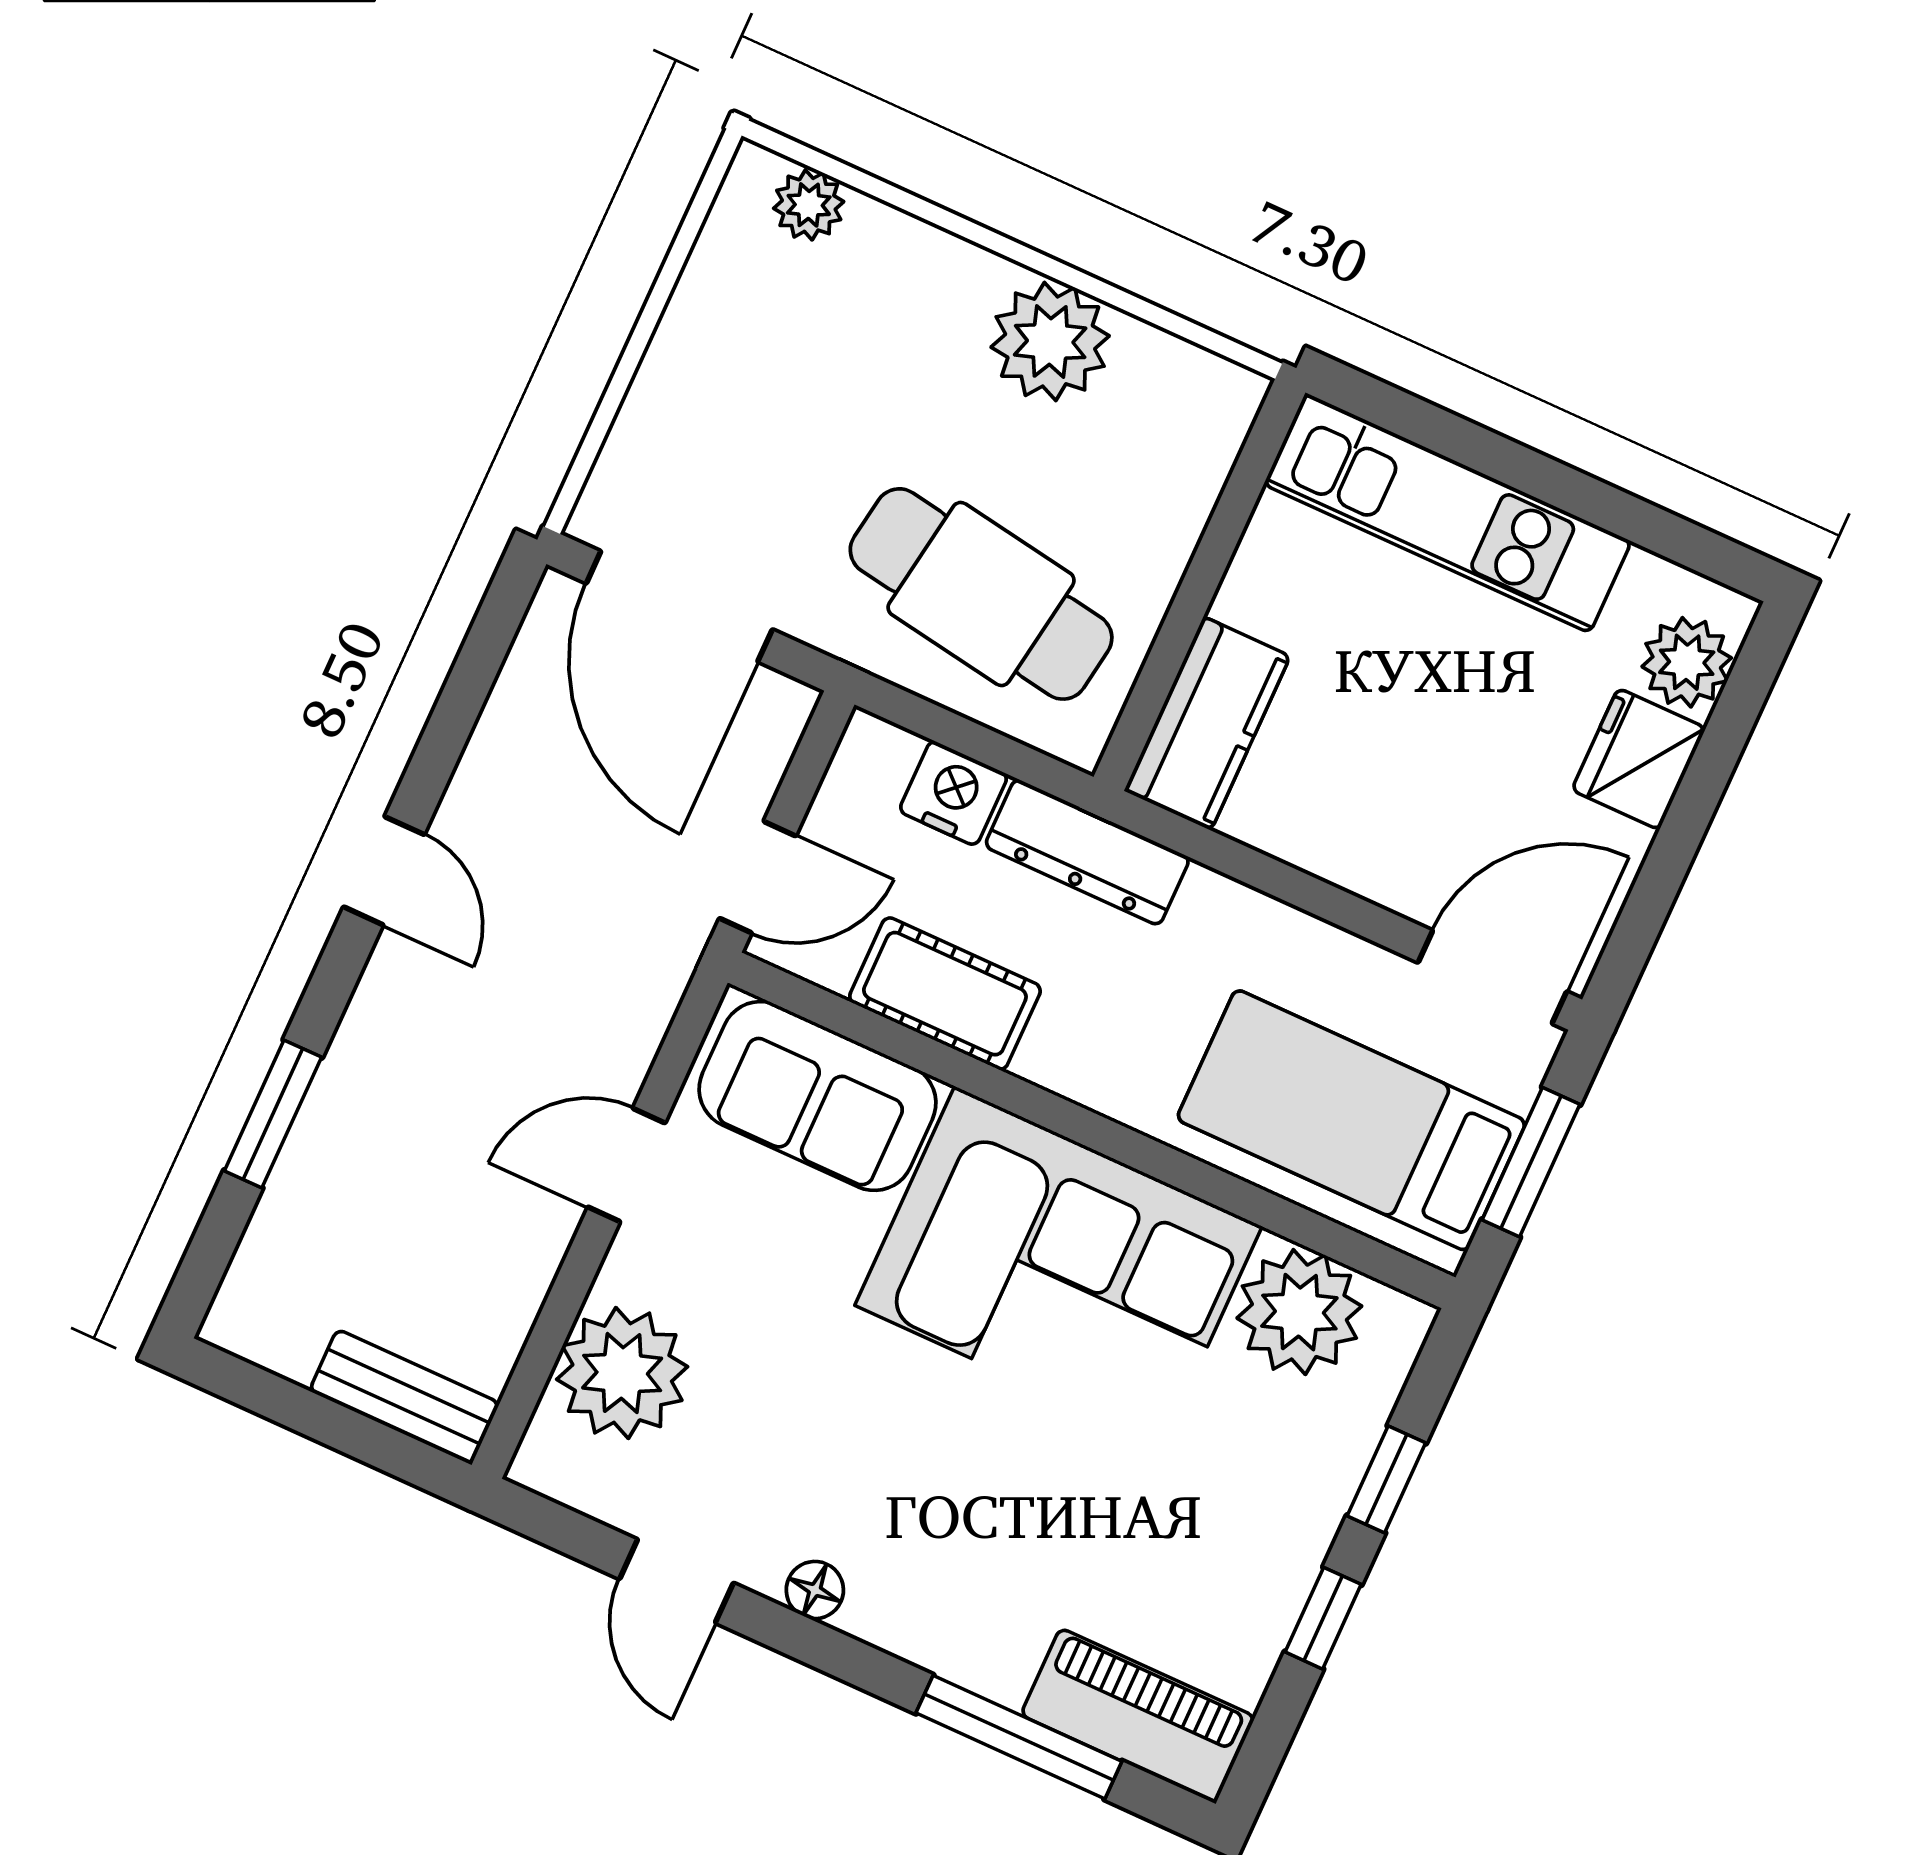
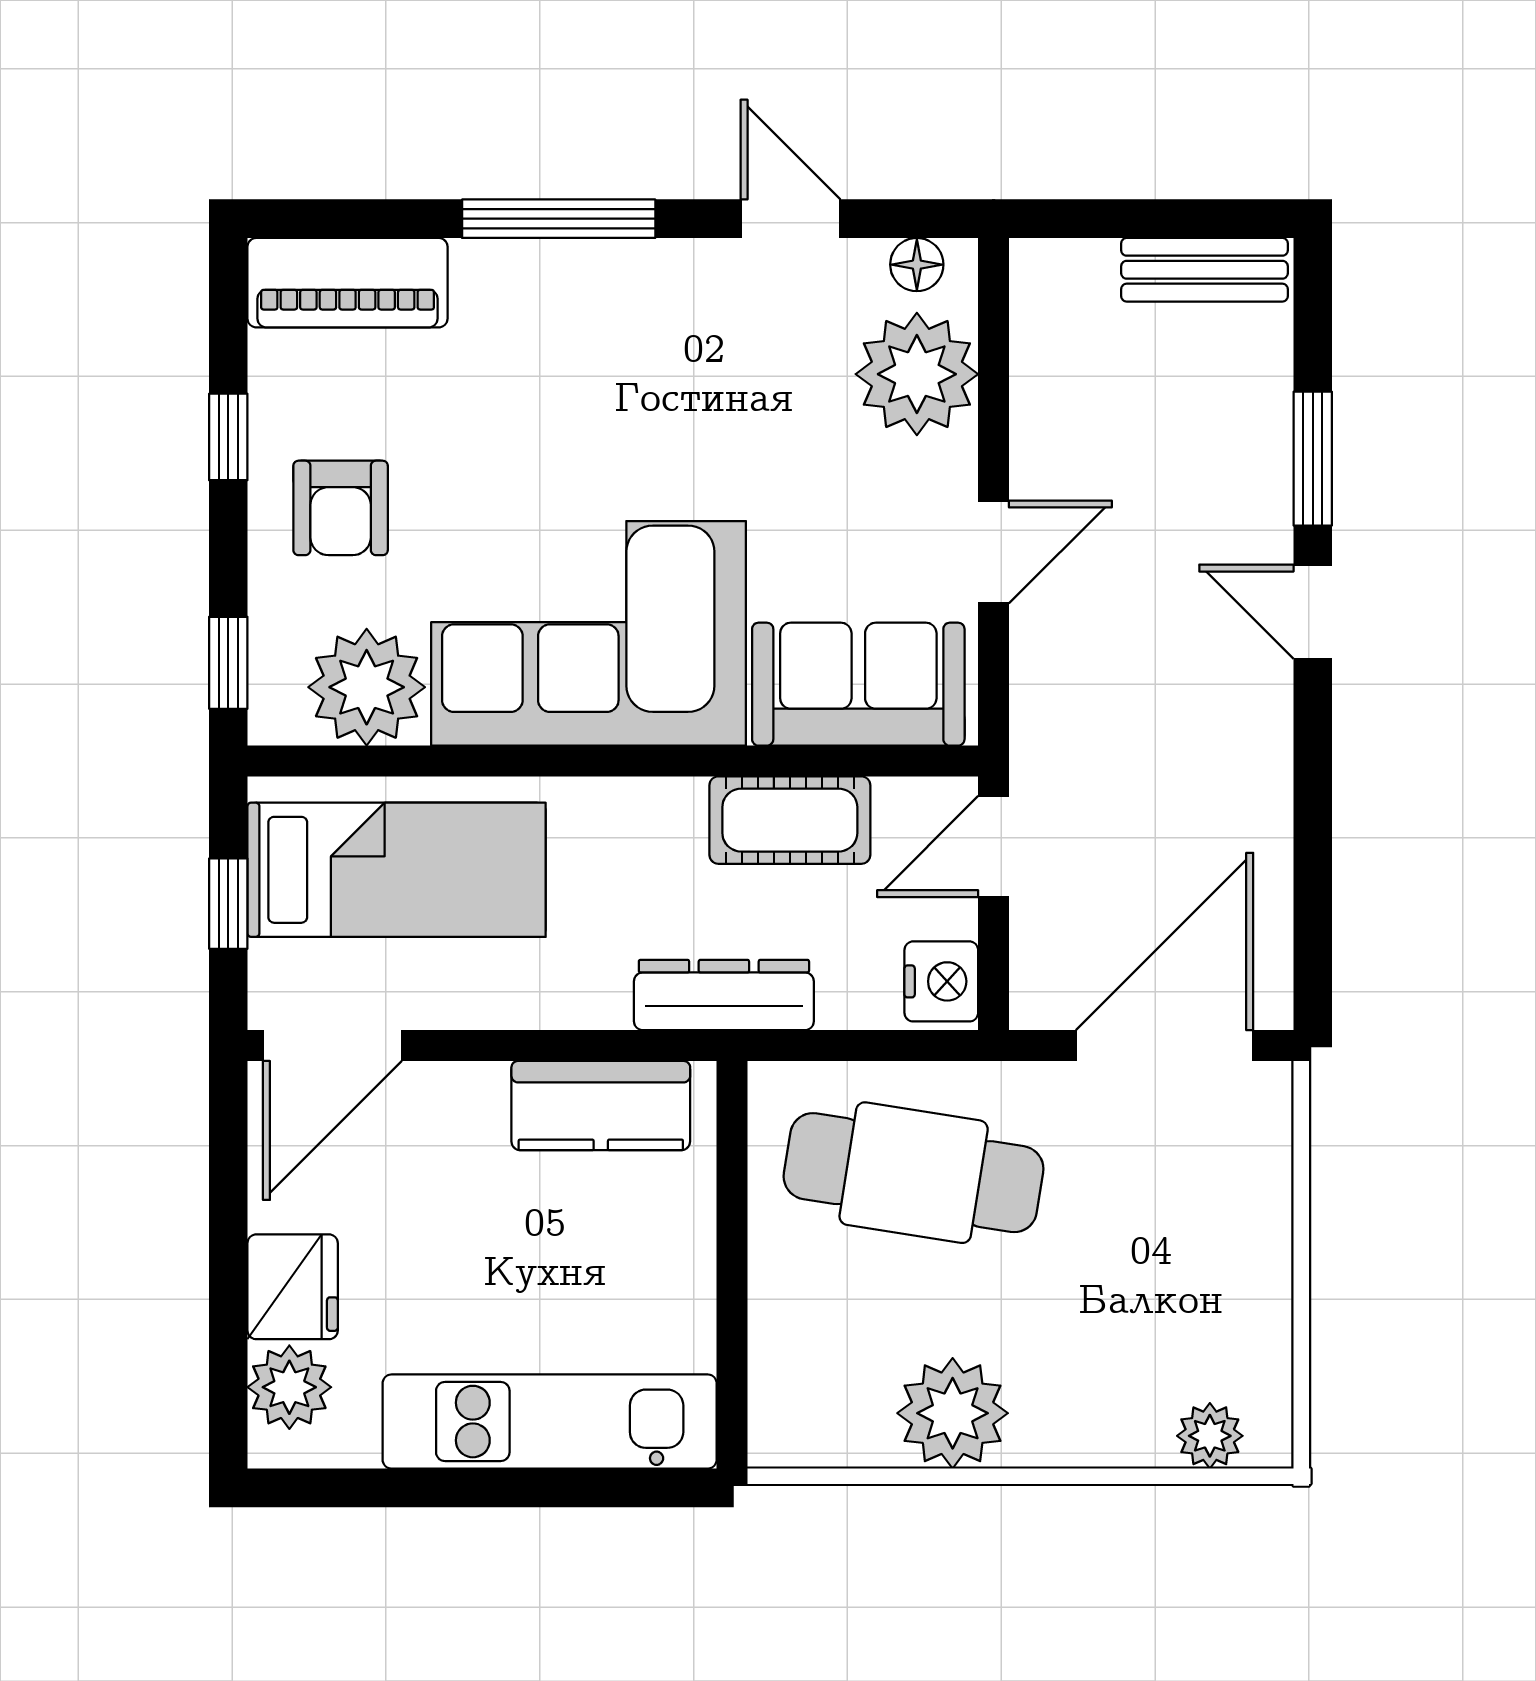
door: (679, 606) -> (1164, 1046), hinge flipped
kitchen counter: (1207, 723) -> (601, 1106), moved, turned -90
nightstand: (953, 793) -> (941, 981), moved, turned -90
door: (384, 871) -> (1313, 612), moved
window: (1531, 1162) -> (228, 904), width x0.67
bench: (404, 1397) -> (1204, 270), moved
window: (1386, 1479) -> (228, 663), moved
armchair: (1245, 1499) -> (341, 508), added
floor lamp: (815, 1590) -> (917, 265), moved
window: (1019, 1737) -> (559, 219), moved

